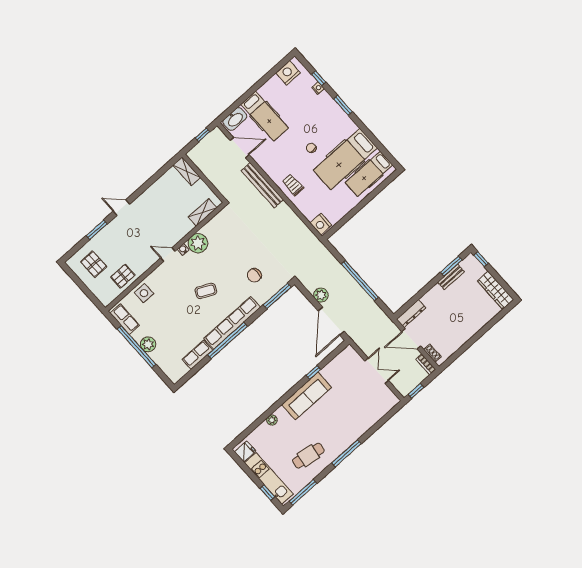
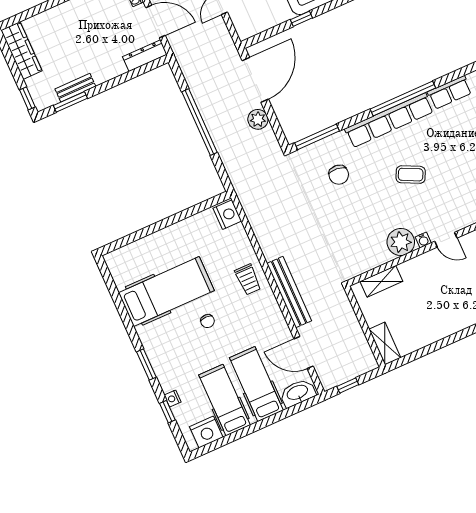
hospital bed: (369, 174) -> (224, 400), moved, turned -90
chair: (254, 275) -> (339, 175), turned 95

